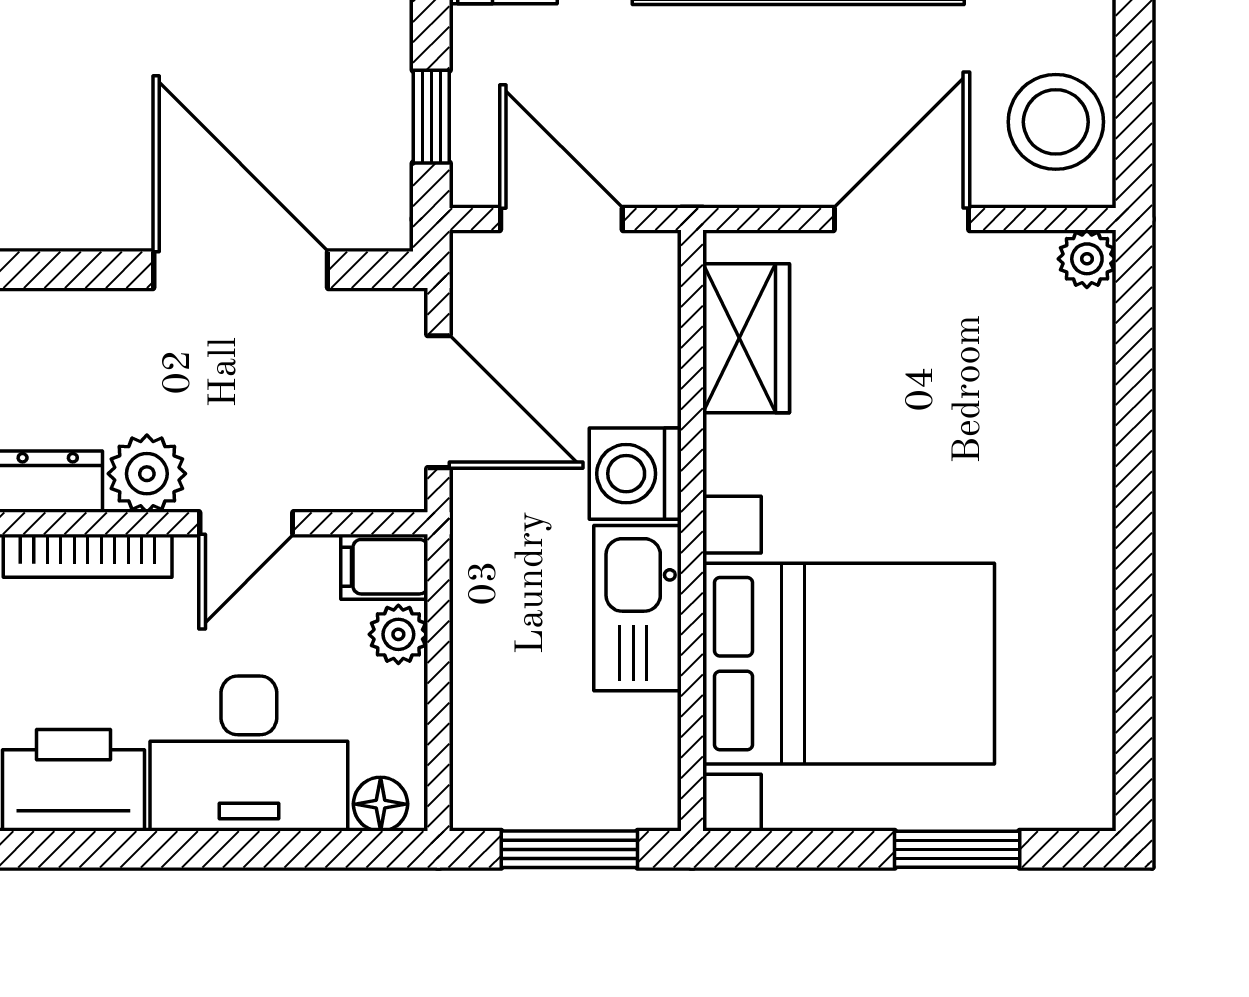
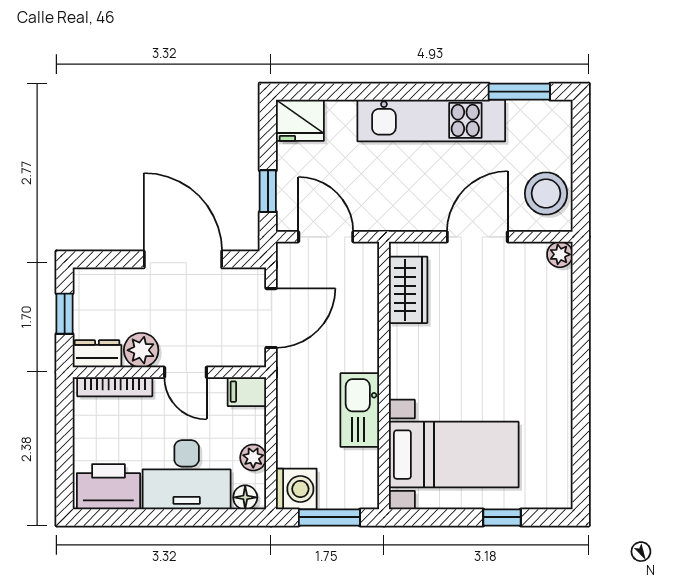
door: (438, 402) -> (271, 318), hinge flipped
washing machine: (635, 474) -> (296, 489), moved, turned 180
door: (246, 523) -> (185, 372), hinge flipped
plant: (398, 634) -> (253, 458), moved
bed with nightstands: (849, 664) -> (454, 455), width x0.73
window: (957, 849) -> (502, 517), width x0.67

